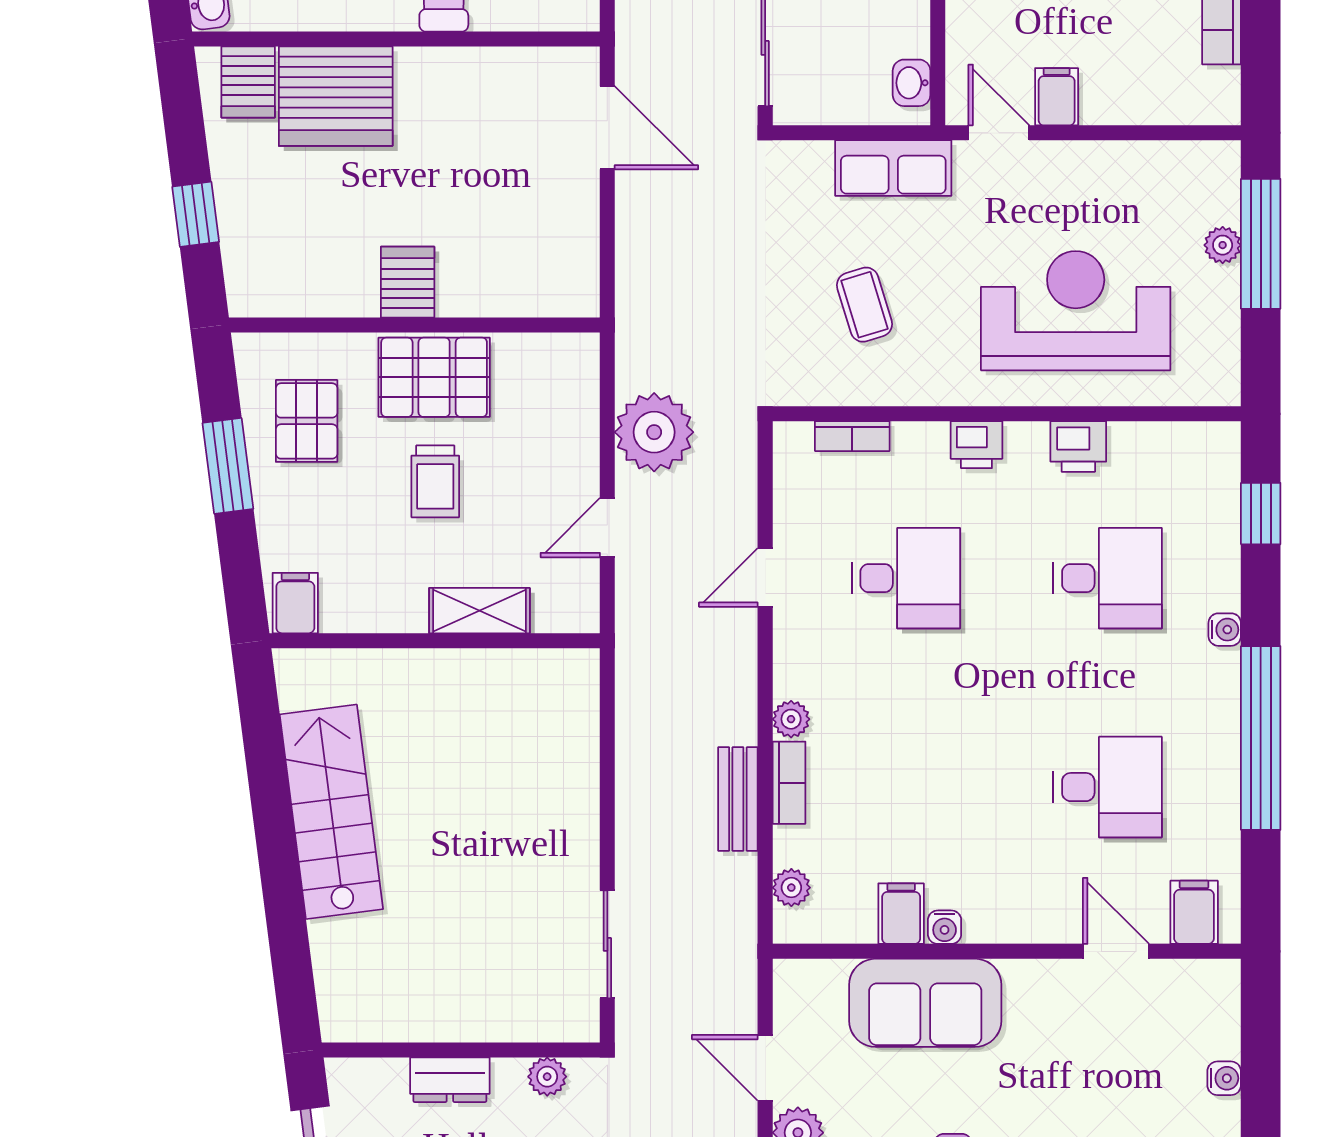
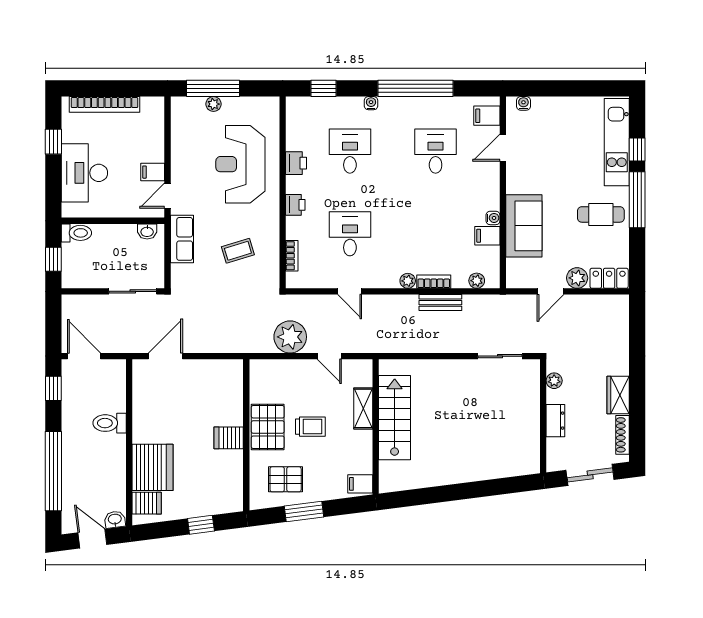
stairs: (331, 812) -> (395, 418), moved, turned 97
water cooler: (1224, 1078) -> (523, 103), moved

